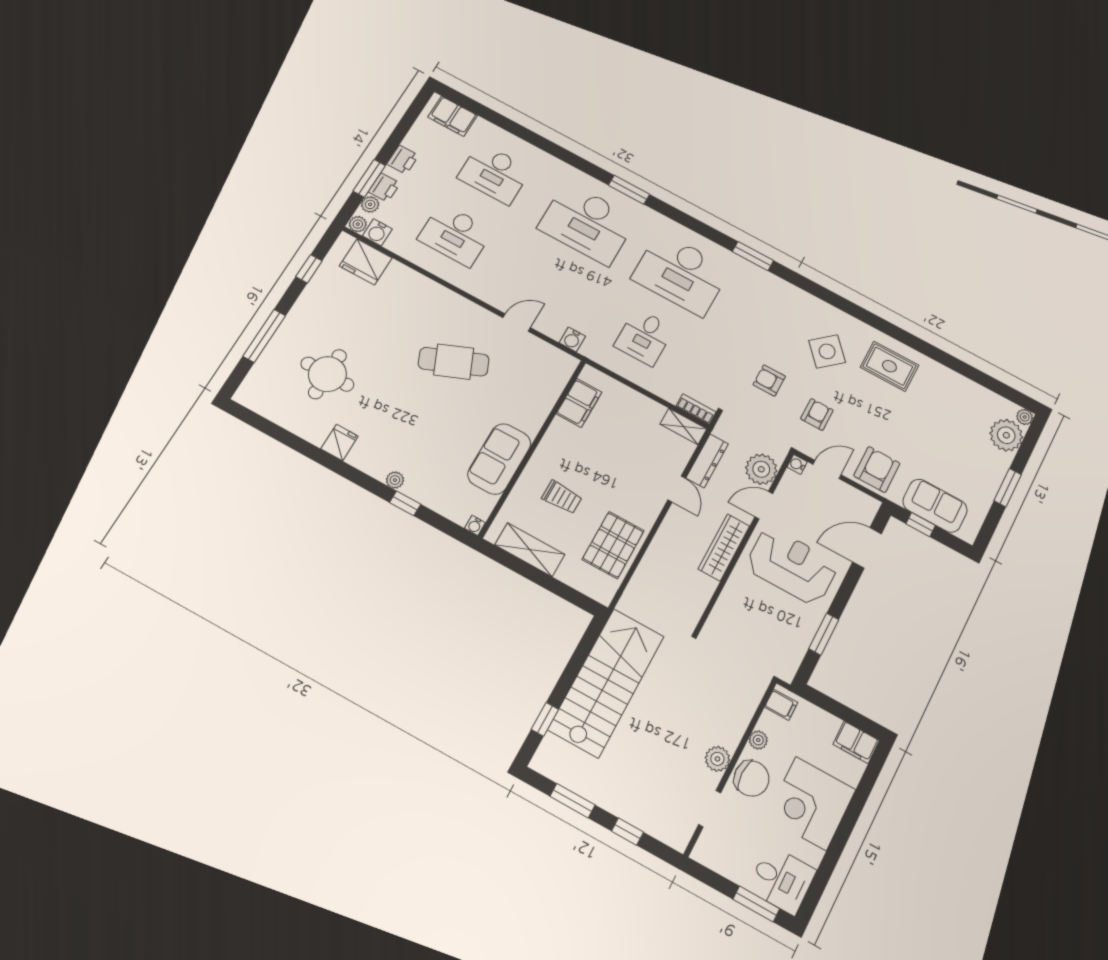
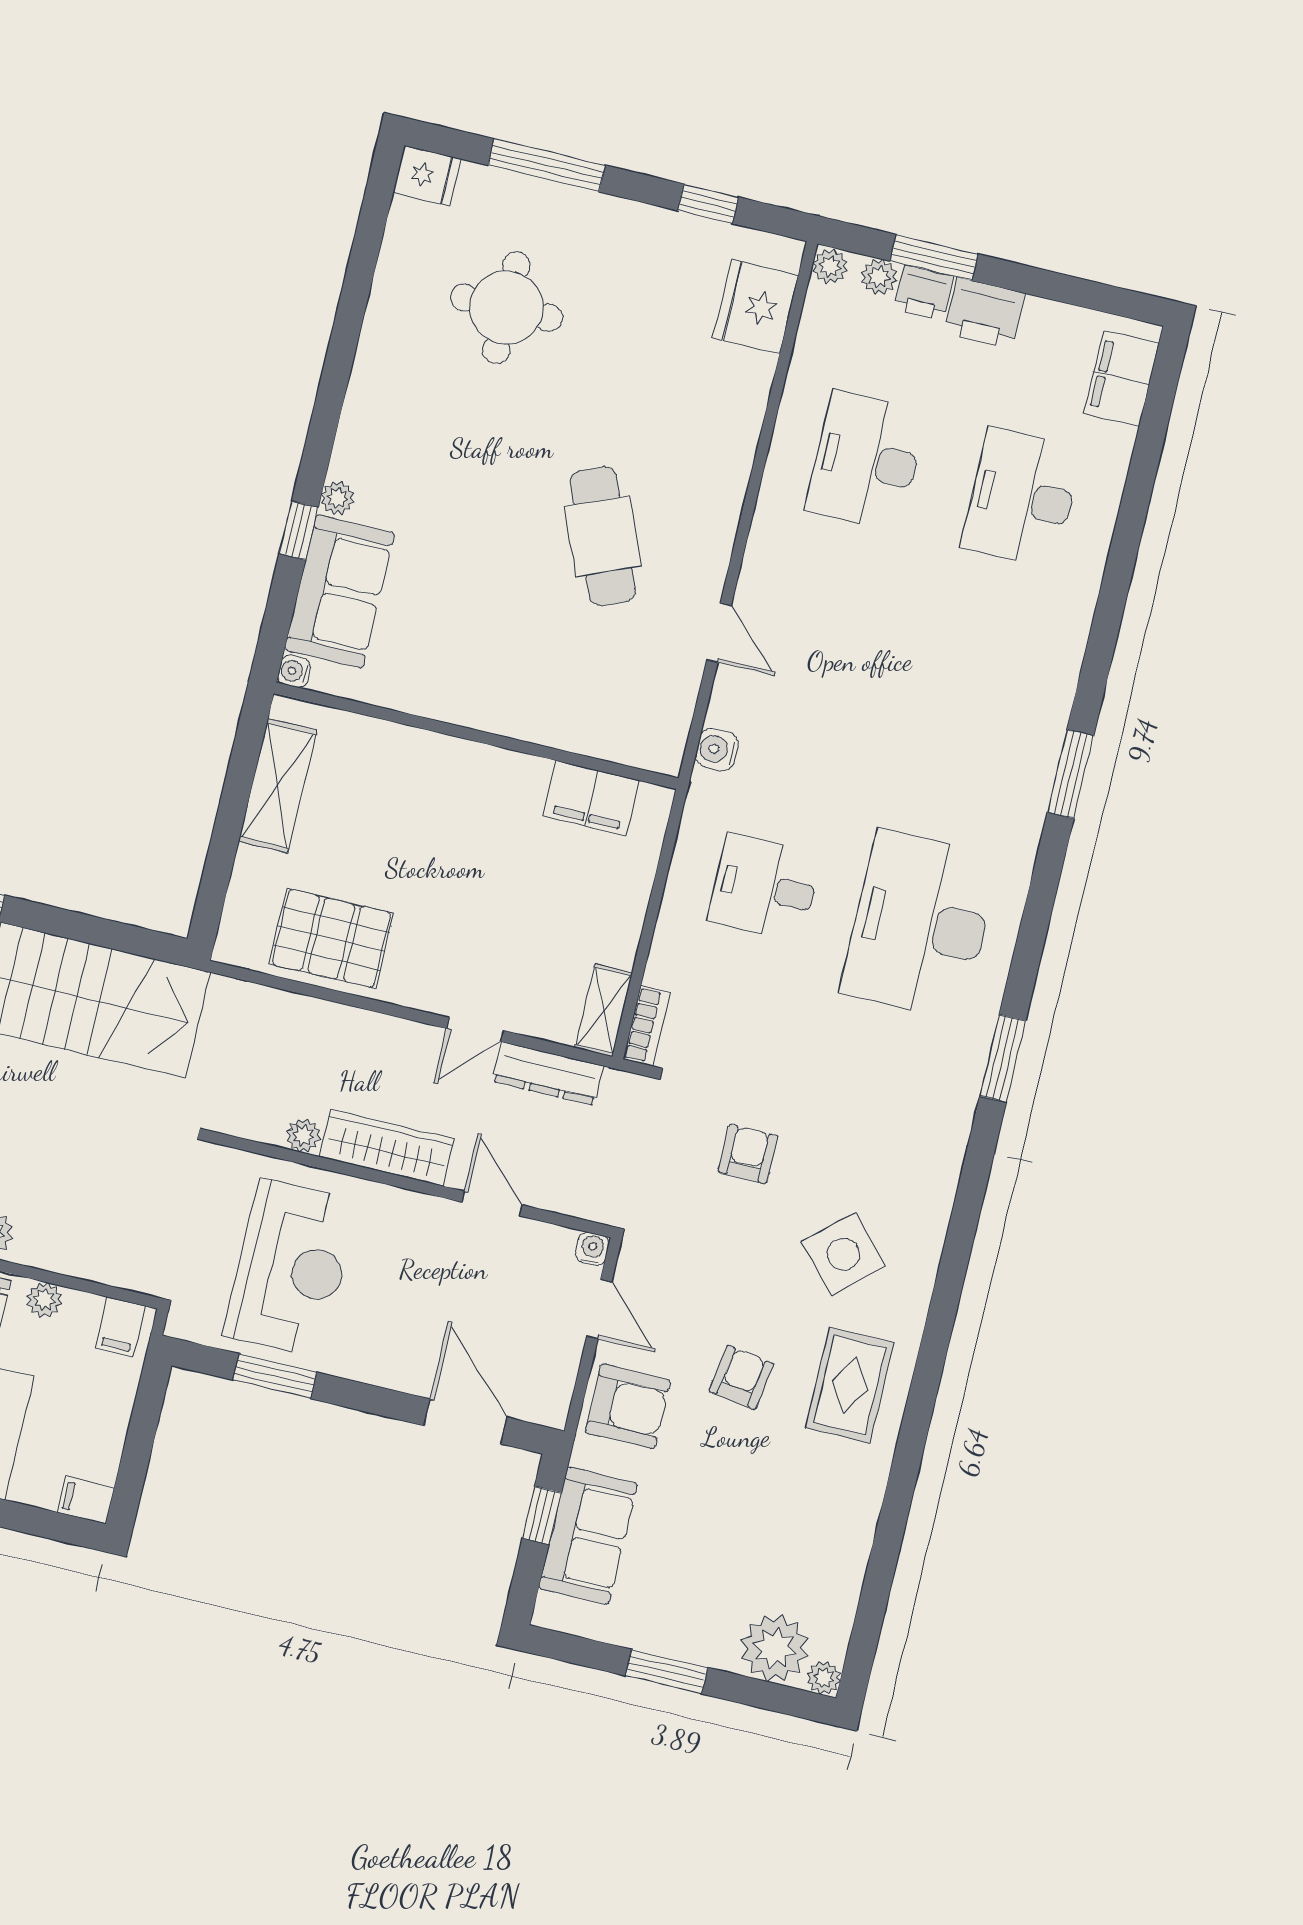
printer: (403, 160) -> (984, 313), width x1.36, depth x1.24
desk: (587, 223) -> (971, 711), removed
water cooler: (377, 232) -> (824, 309), removed
armchair: (817, 414) -> (741, 1377), moved, turned -81
fridge: (340, 442) -> (427, 176), moved
sofa: (499, 459) -> (339, 591), moved, turned 90
plant: (761, 469) -> (303, 1136), moved, width x0.53, depth x0.53
trolley: (562, 497) -> (395, 817), removed
reception desk: (792, 566) -> (290, 1268), moved
filing cabinet: (856, 742) -> (86, 1500), width x0.50

